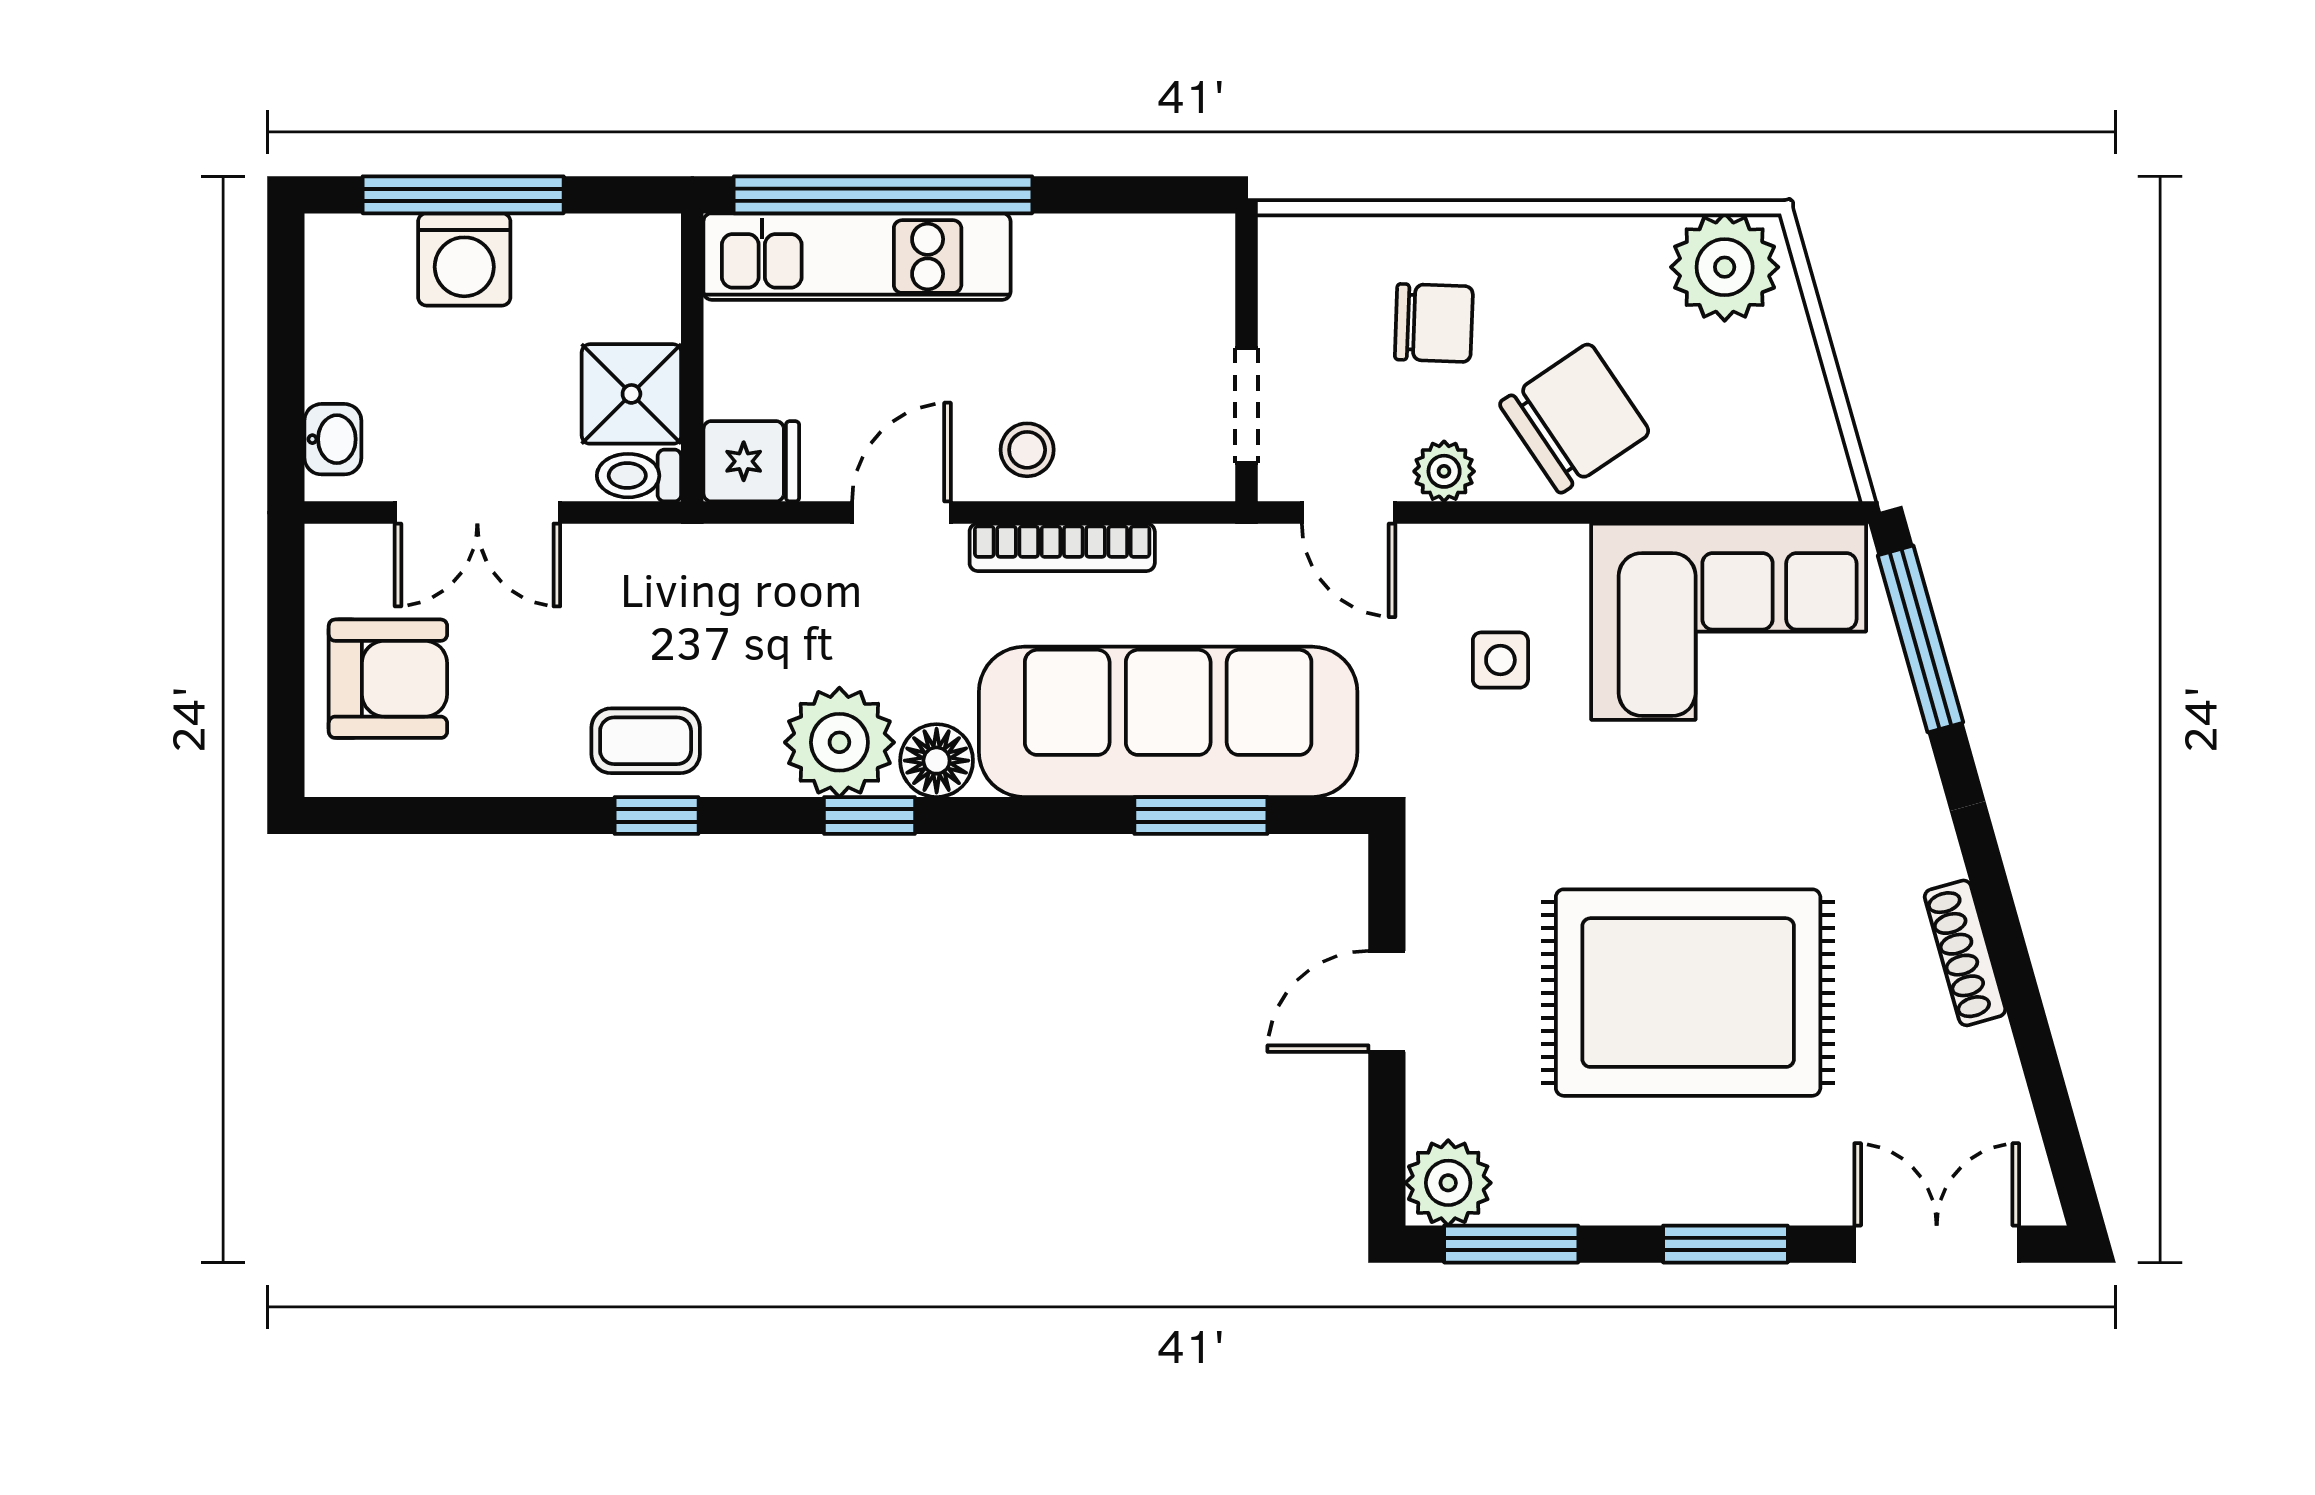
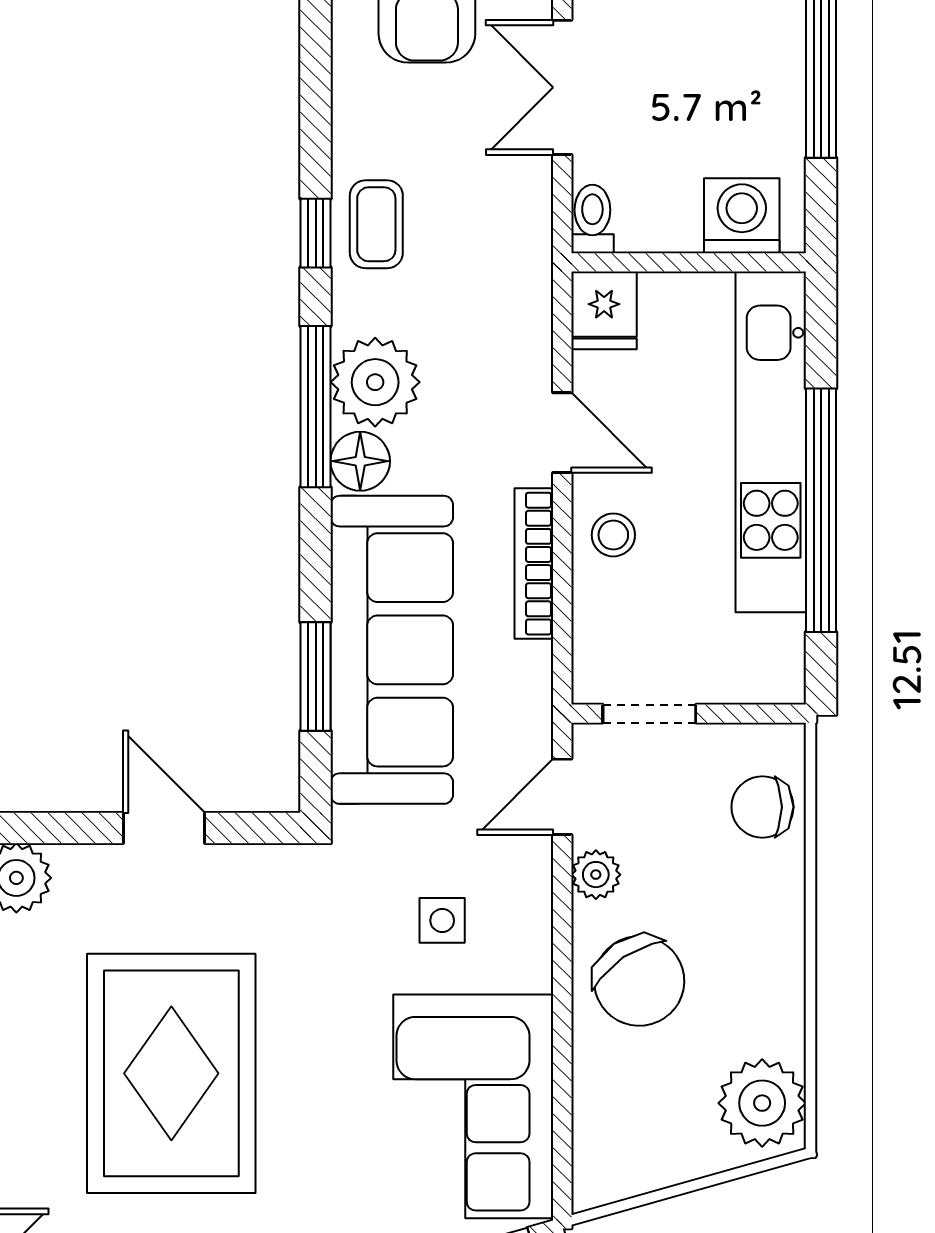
window: (883, 195) -> (821, 510), moved
kitchen unit: (857, 257) -> (771, 442), width x1.36
washing machine: (464, 259) -> (742, 216), moved, turned 90
chair: (1434, 323) -> (762, 807), moved, turned 88
shower: (631, 394) -> (659, 213), removed
window: (870, 815) -> (316, 407), width x2.17

